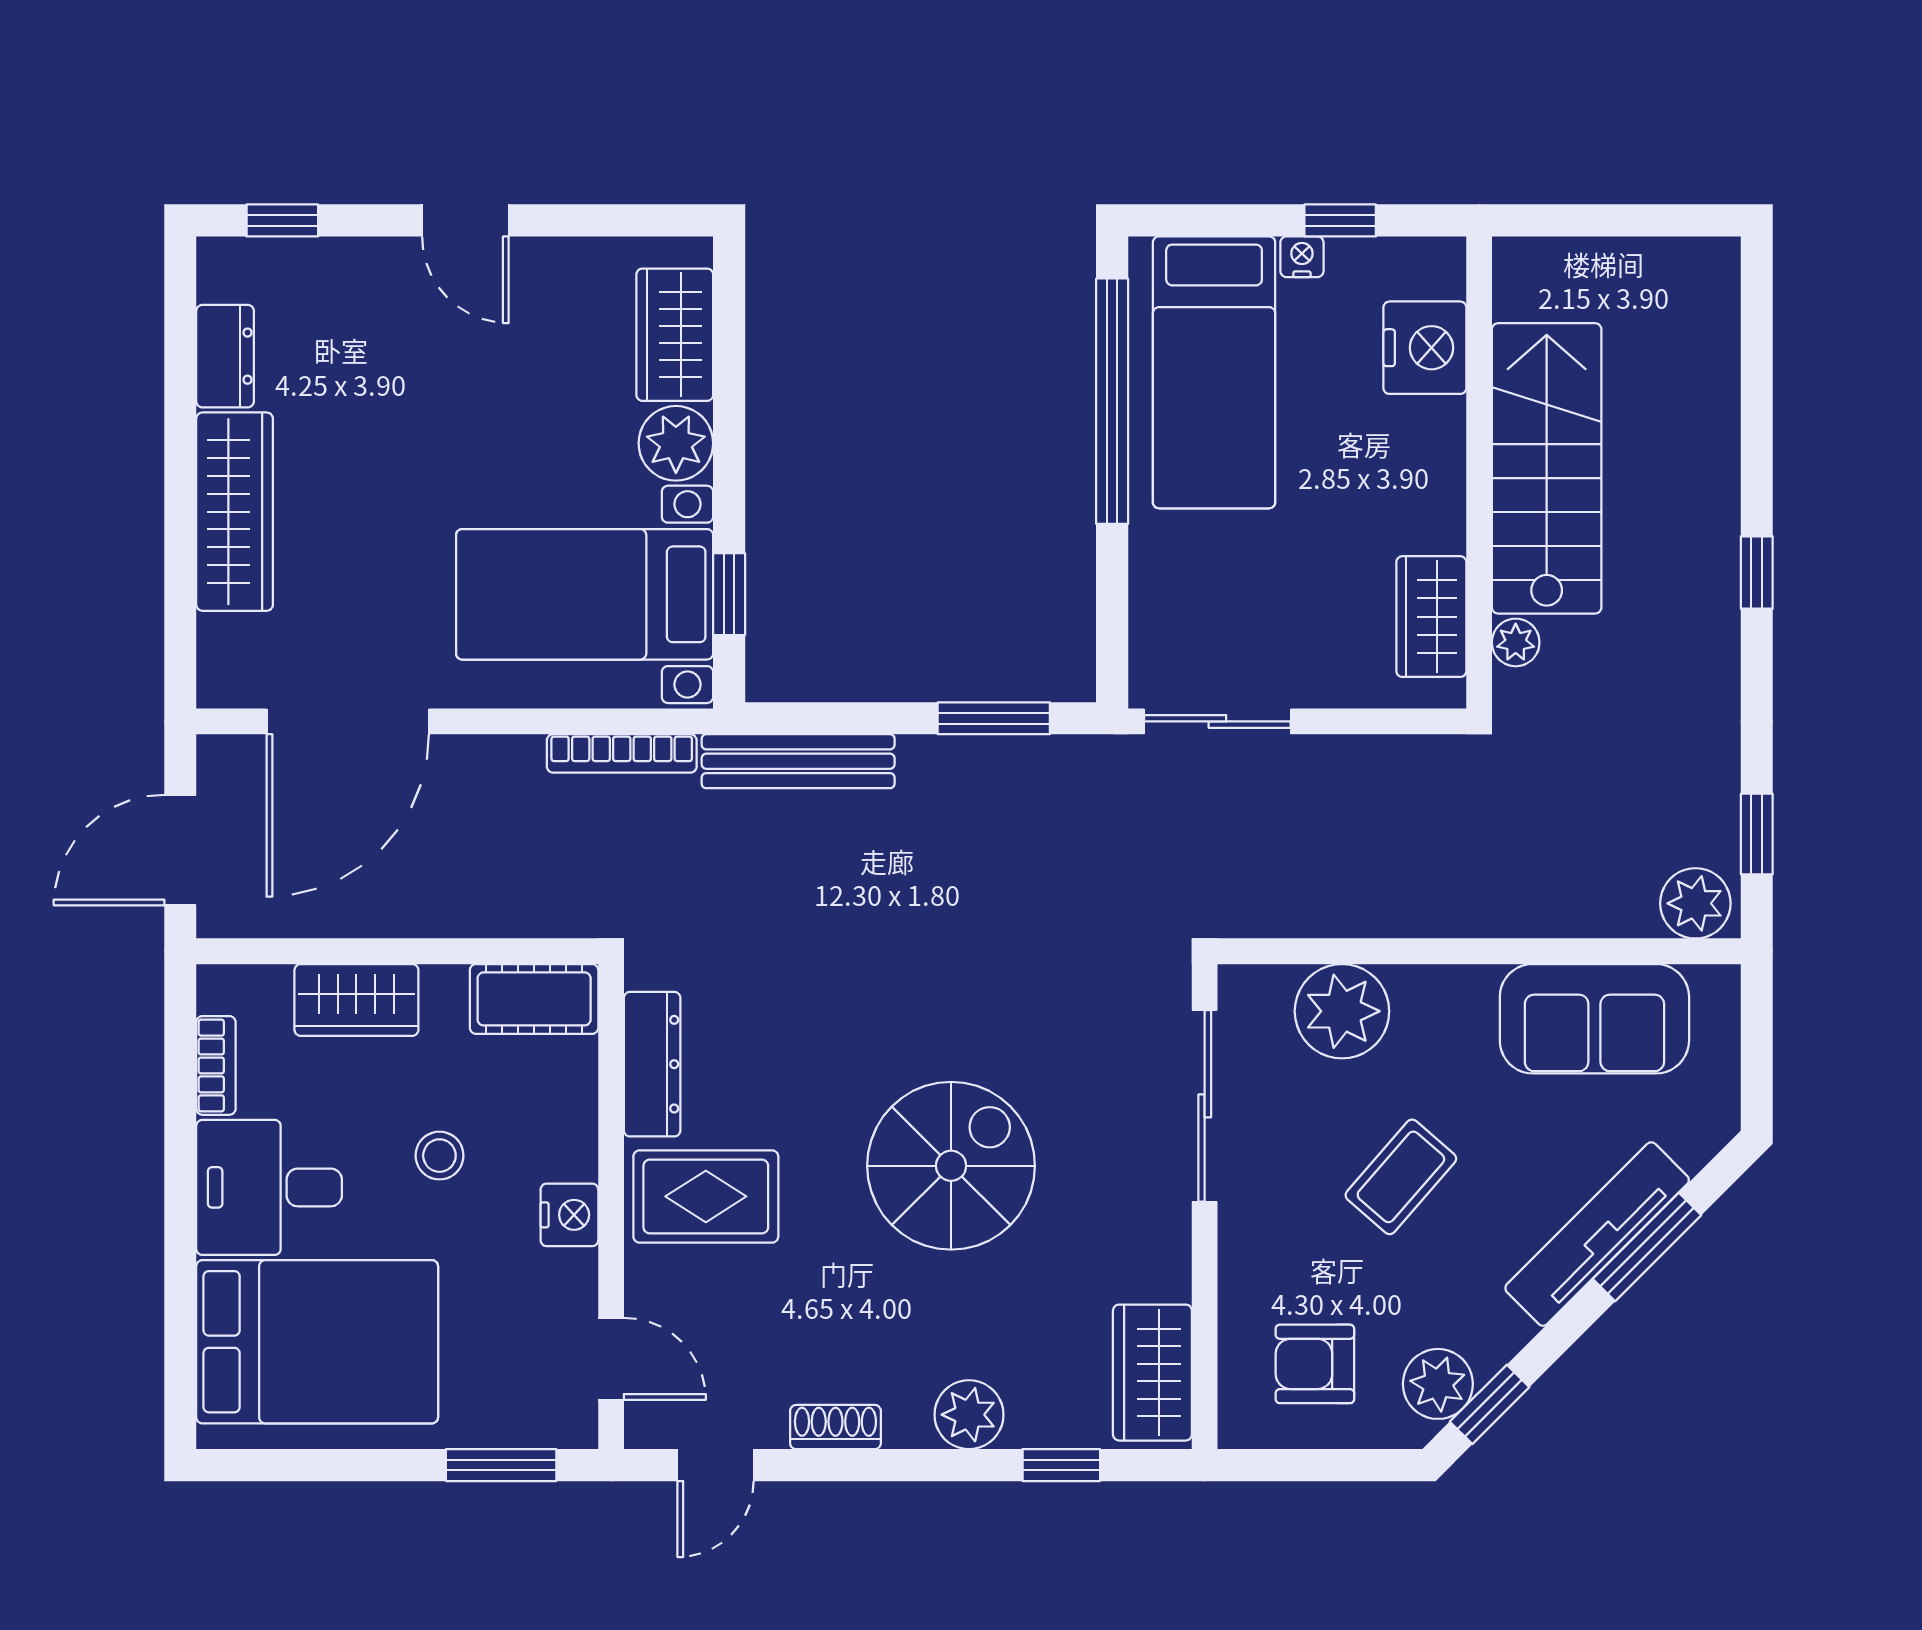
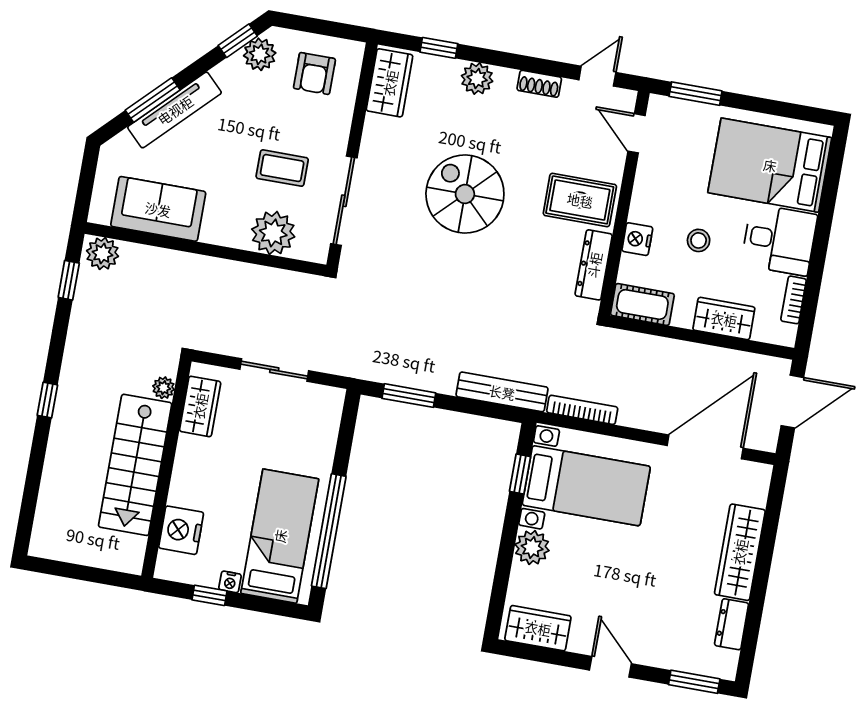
window: (282, 220) -> (694, 682), width x1.50
wardrobe: (675, 335) -> (538, 628), moved, turned -90
sliding door: (1217, 721) -> (274, 370), moved
spiral stairs: (951, 1166) -> (465, 194), turned 90
coffee table: (1401, 1177) -> (282, 168), moved, turned 49
nightstand: (569, 1215) -> (637, 239), moved
armchair: (1315, 1364) -> (314, 74), turned 90

